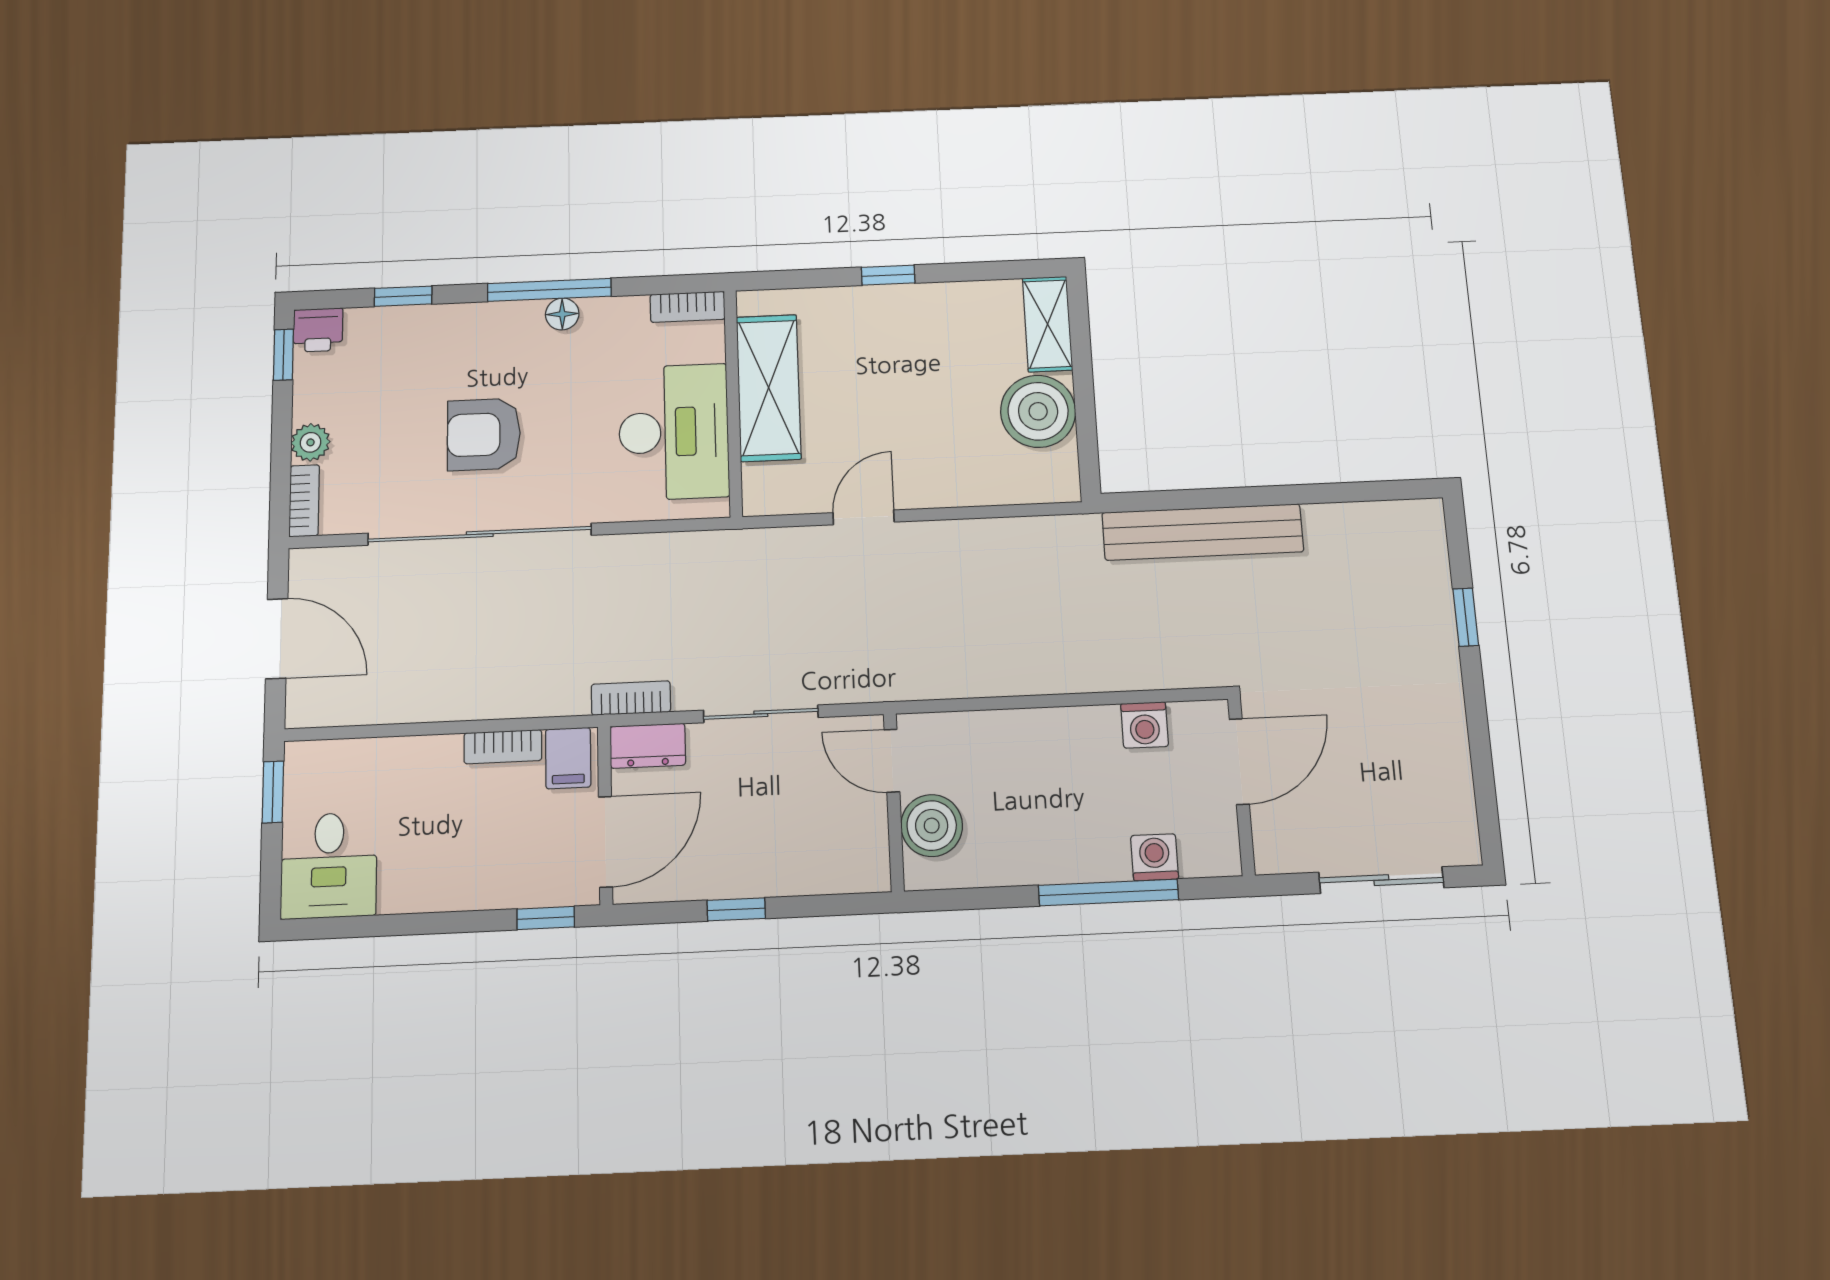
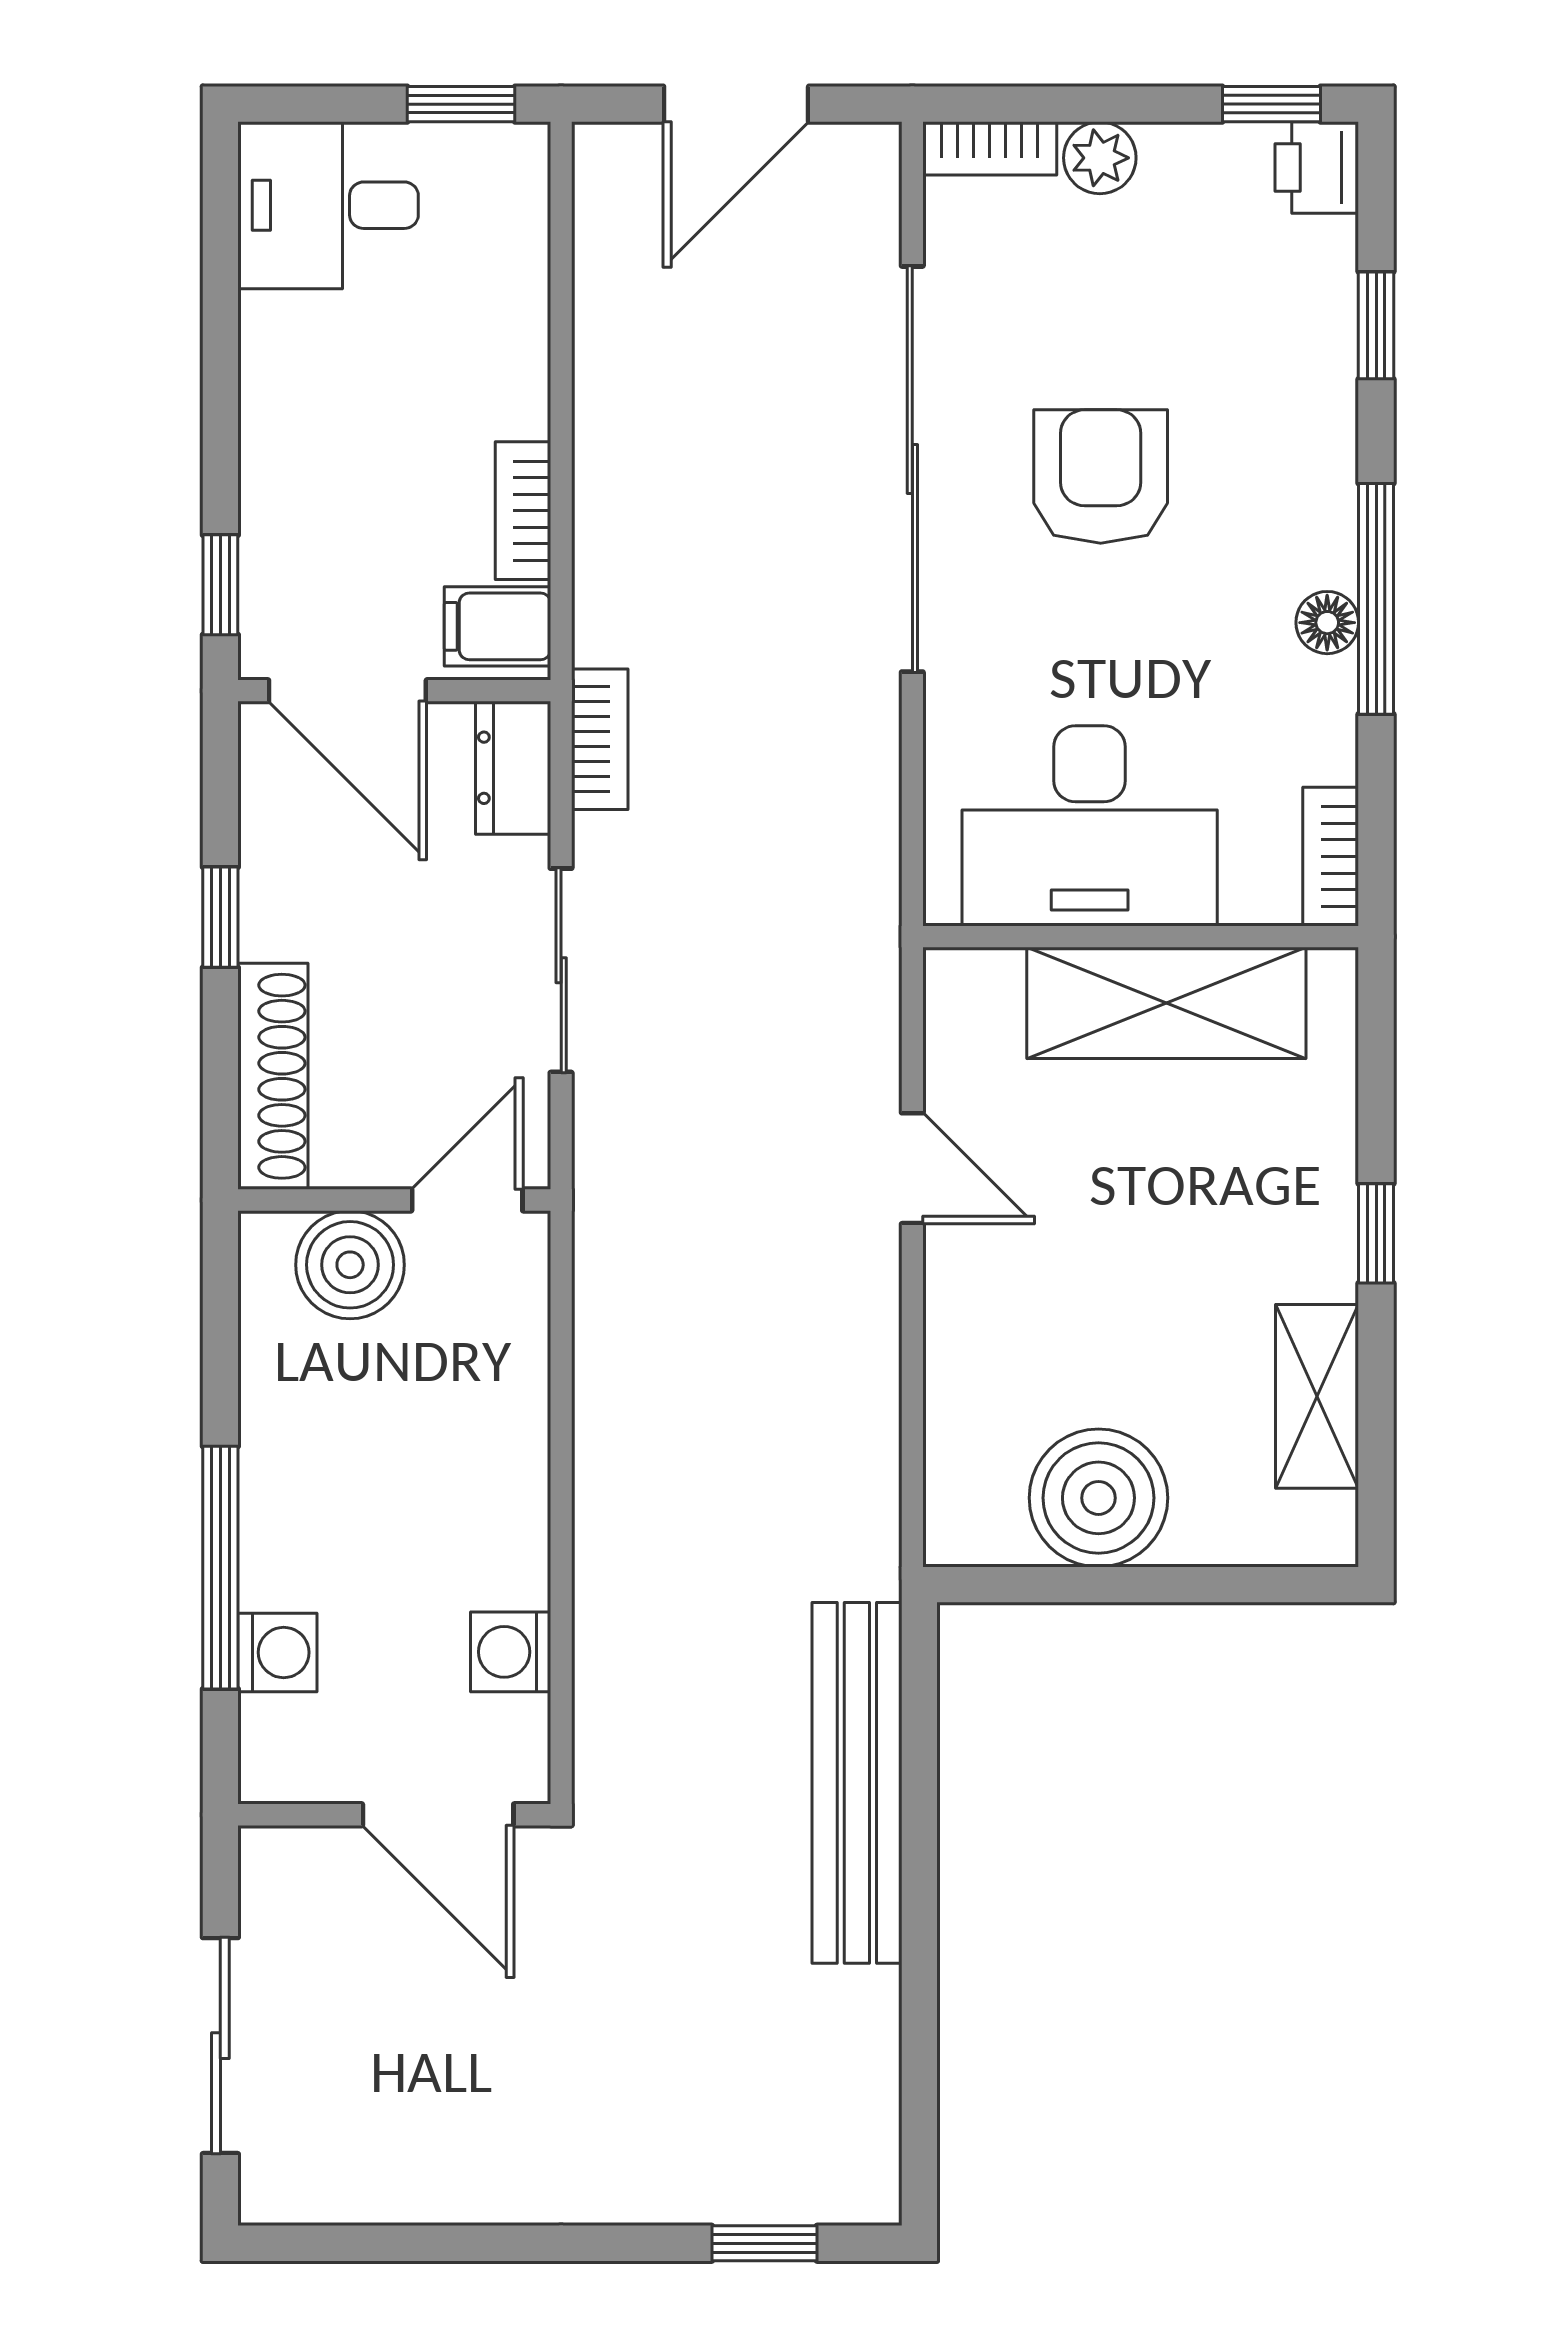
shelving: (1047, 324) -> (1317, 1396), moved, turned 90
window: (1466, 617) -> (764, 2243), moved
shoe rack: (826, 875) -> (273, 1076), added

